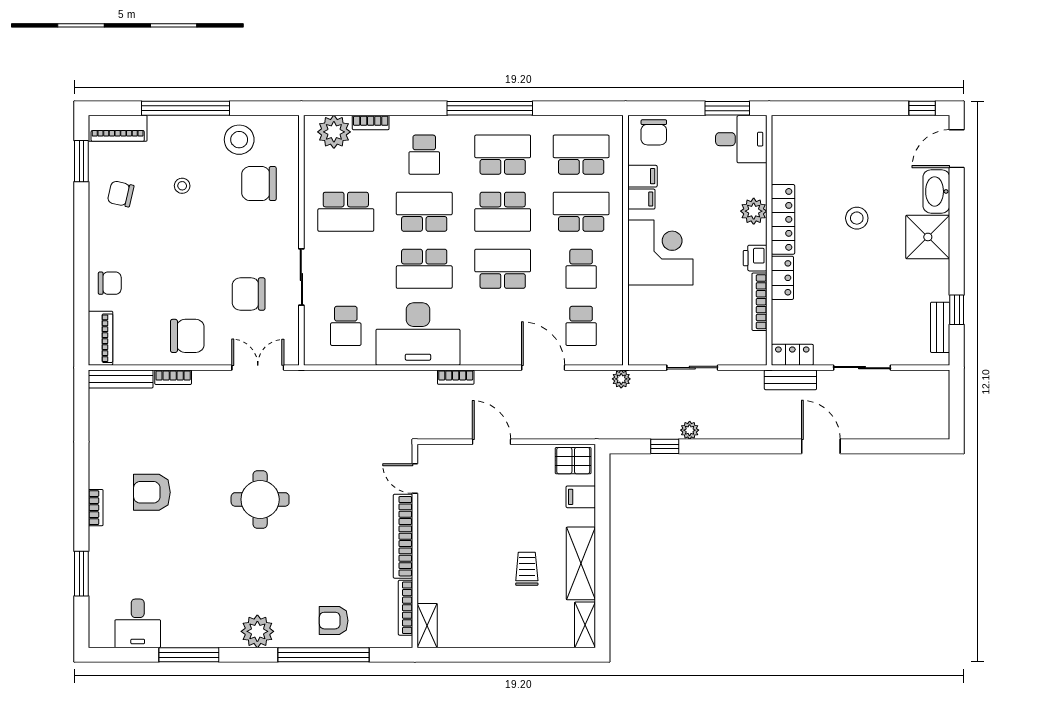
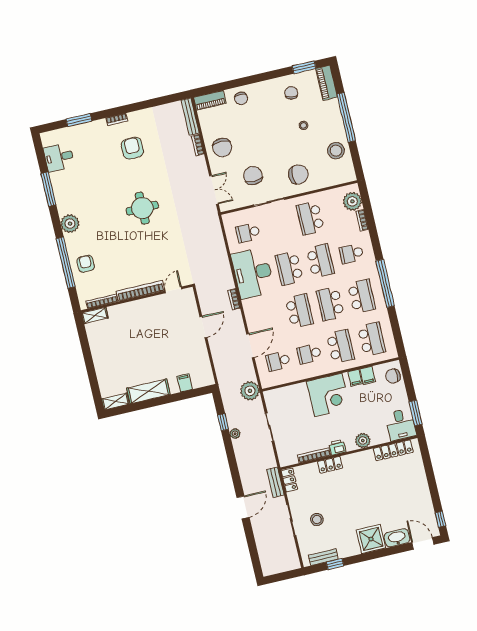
chair: (259, 184) -> (298, 174), moved, turned 90
stool: (857, 218) -> (317, 520), moved
locker: (783, 219) -> (393, 450), moved
plant: (621, 379) -> (250, 391), width x1.88, depth x1.88
pallet: (573, 461) -> (204, 374), removed
trolley: (527, 569) -> (139, 363), removed

